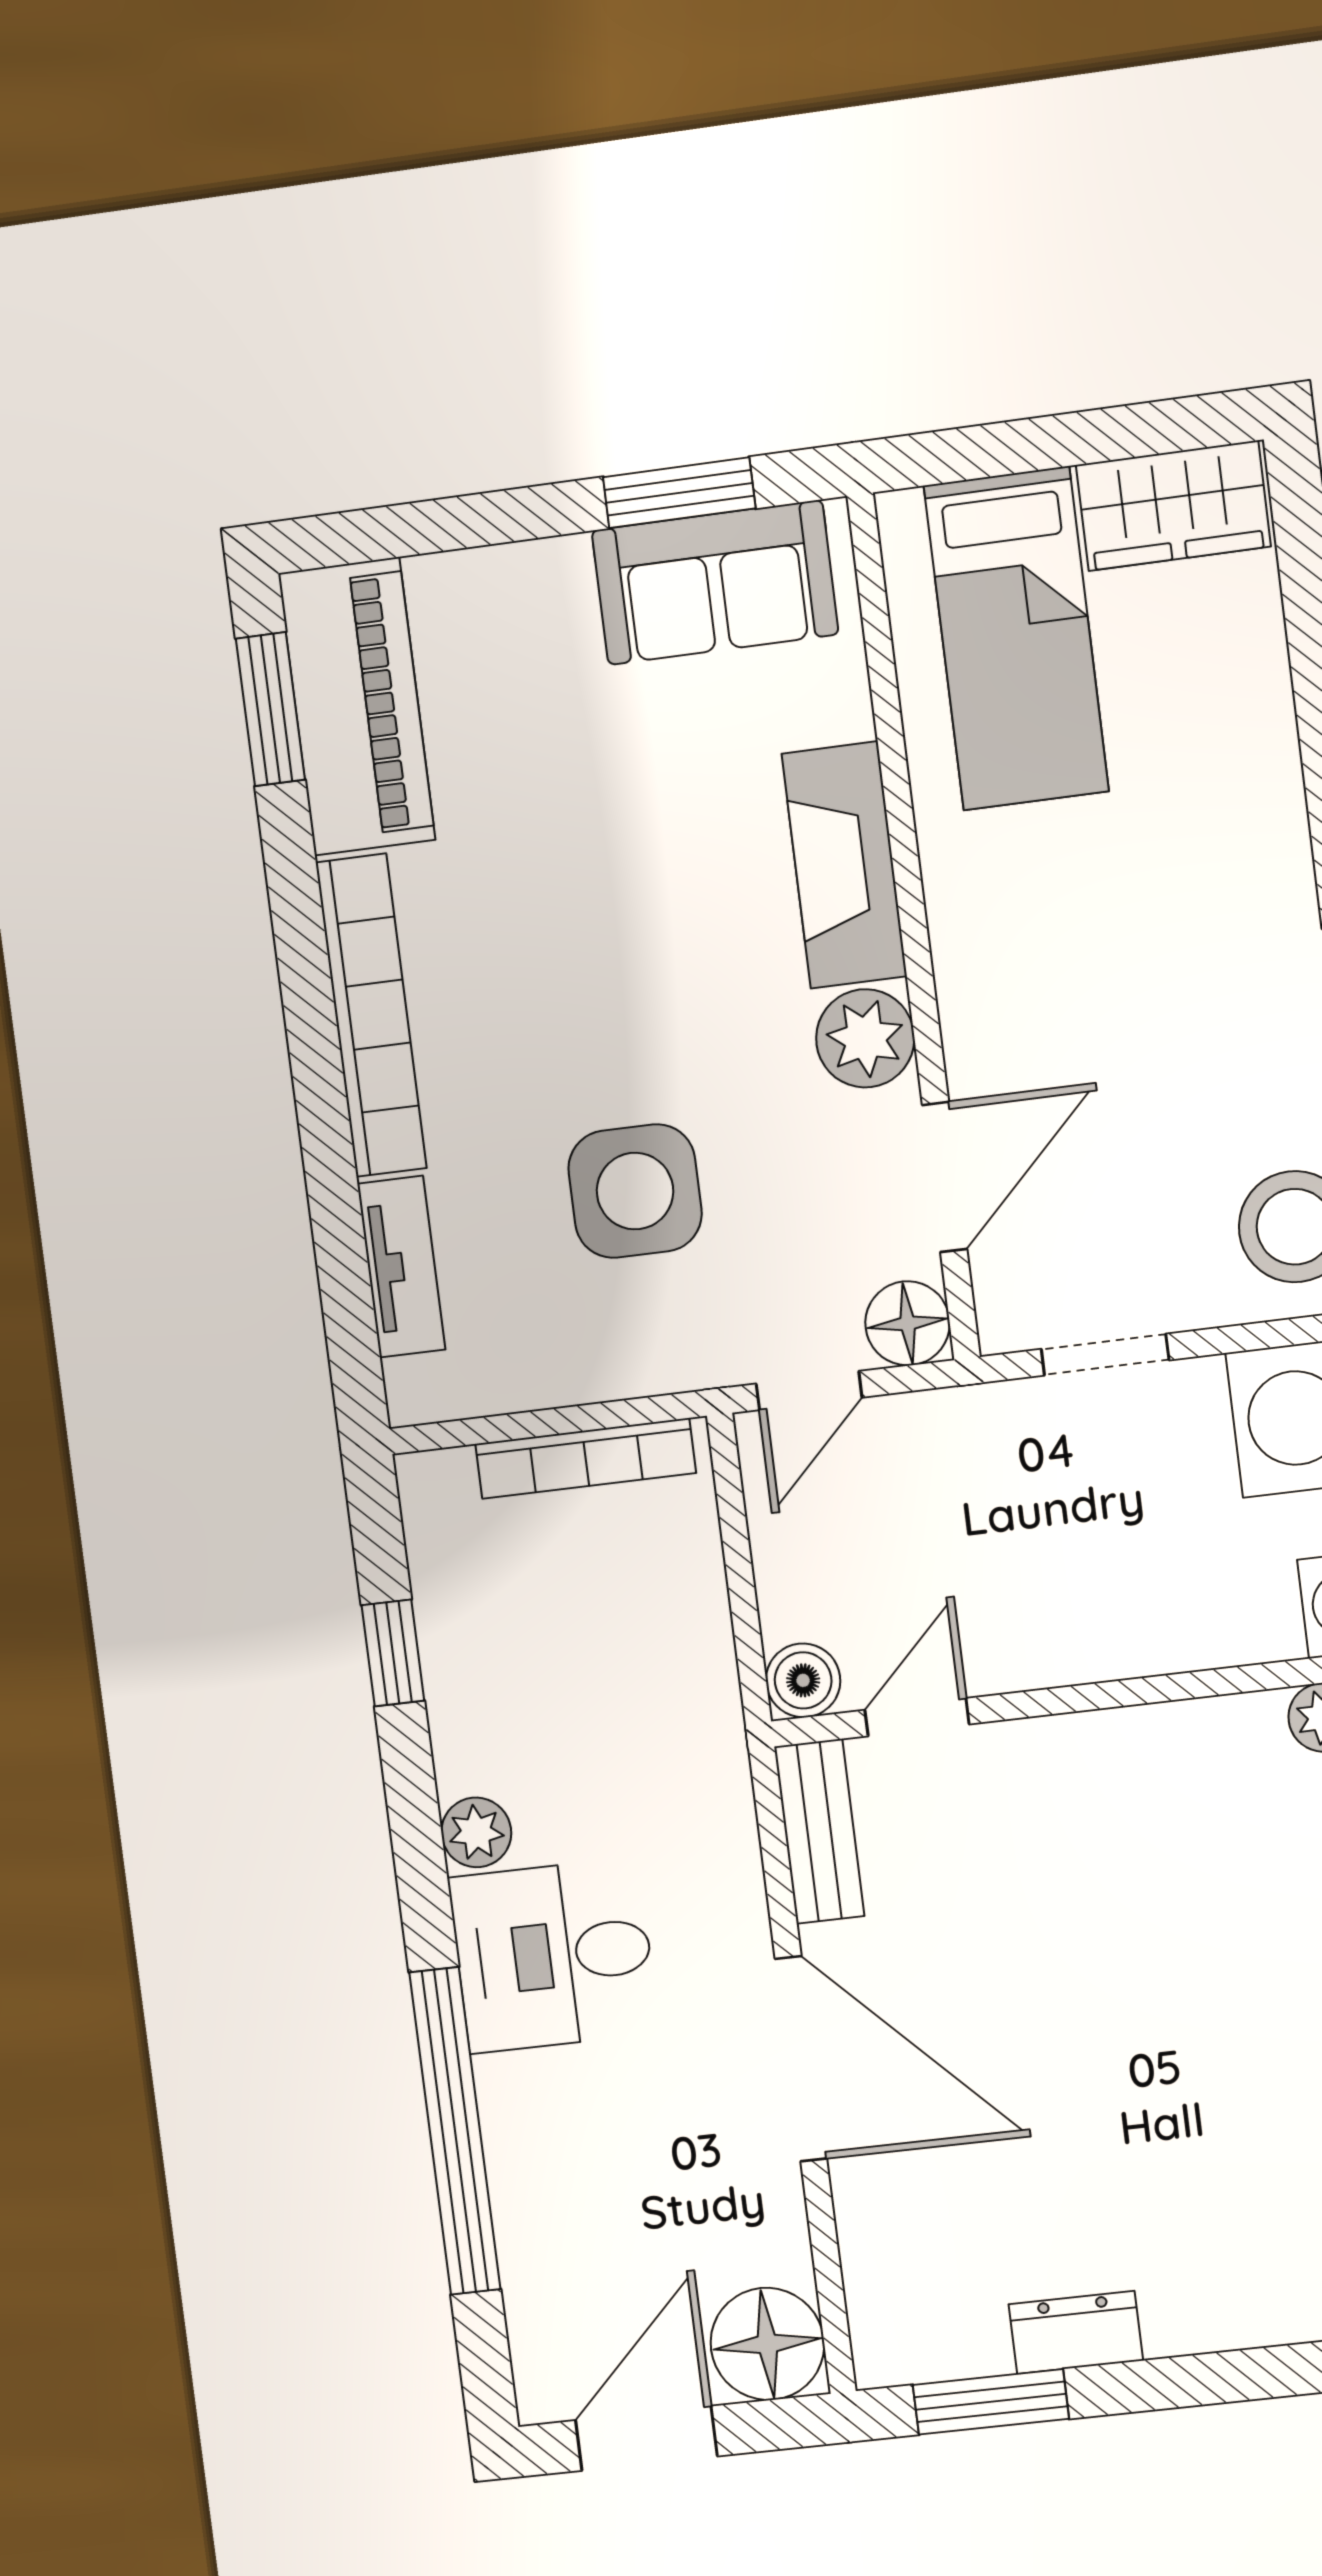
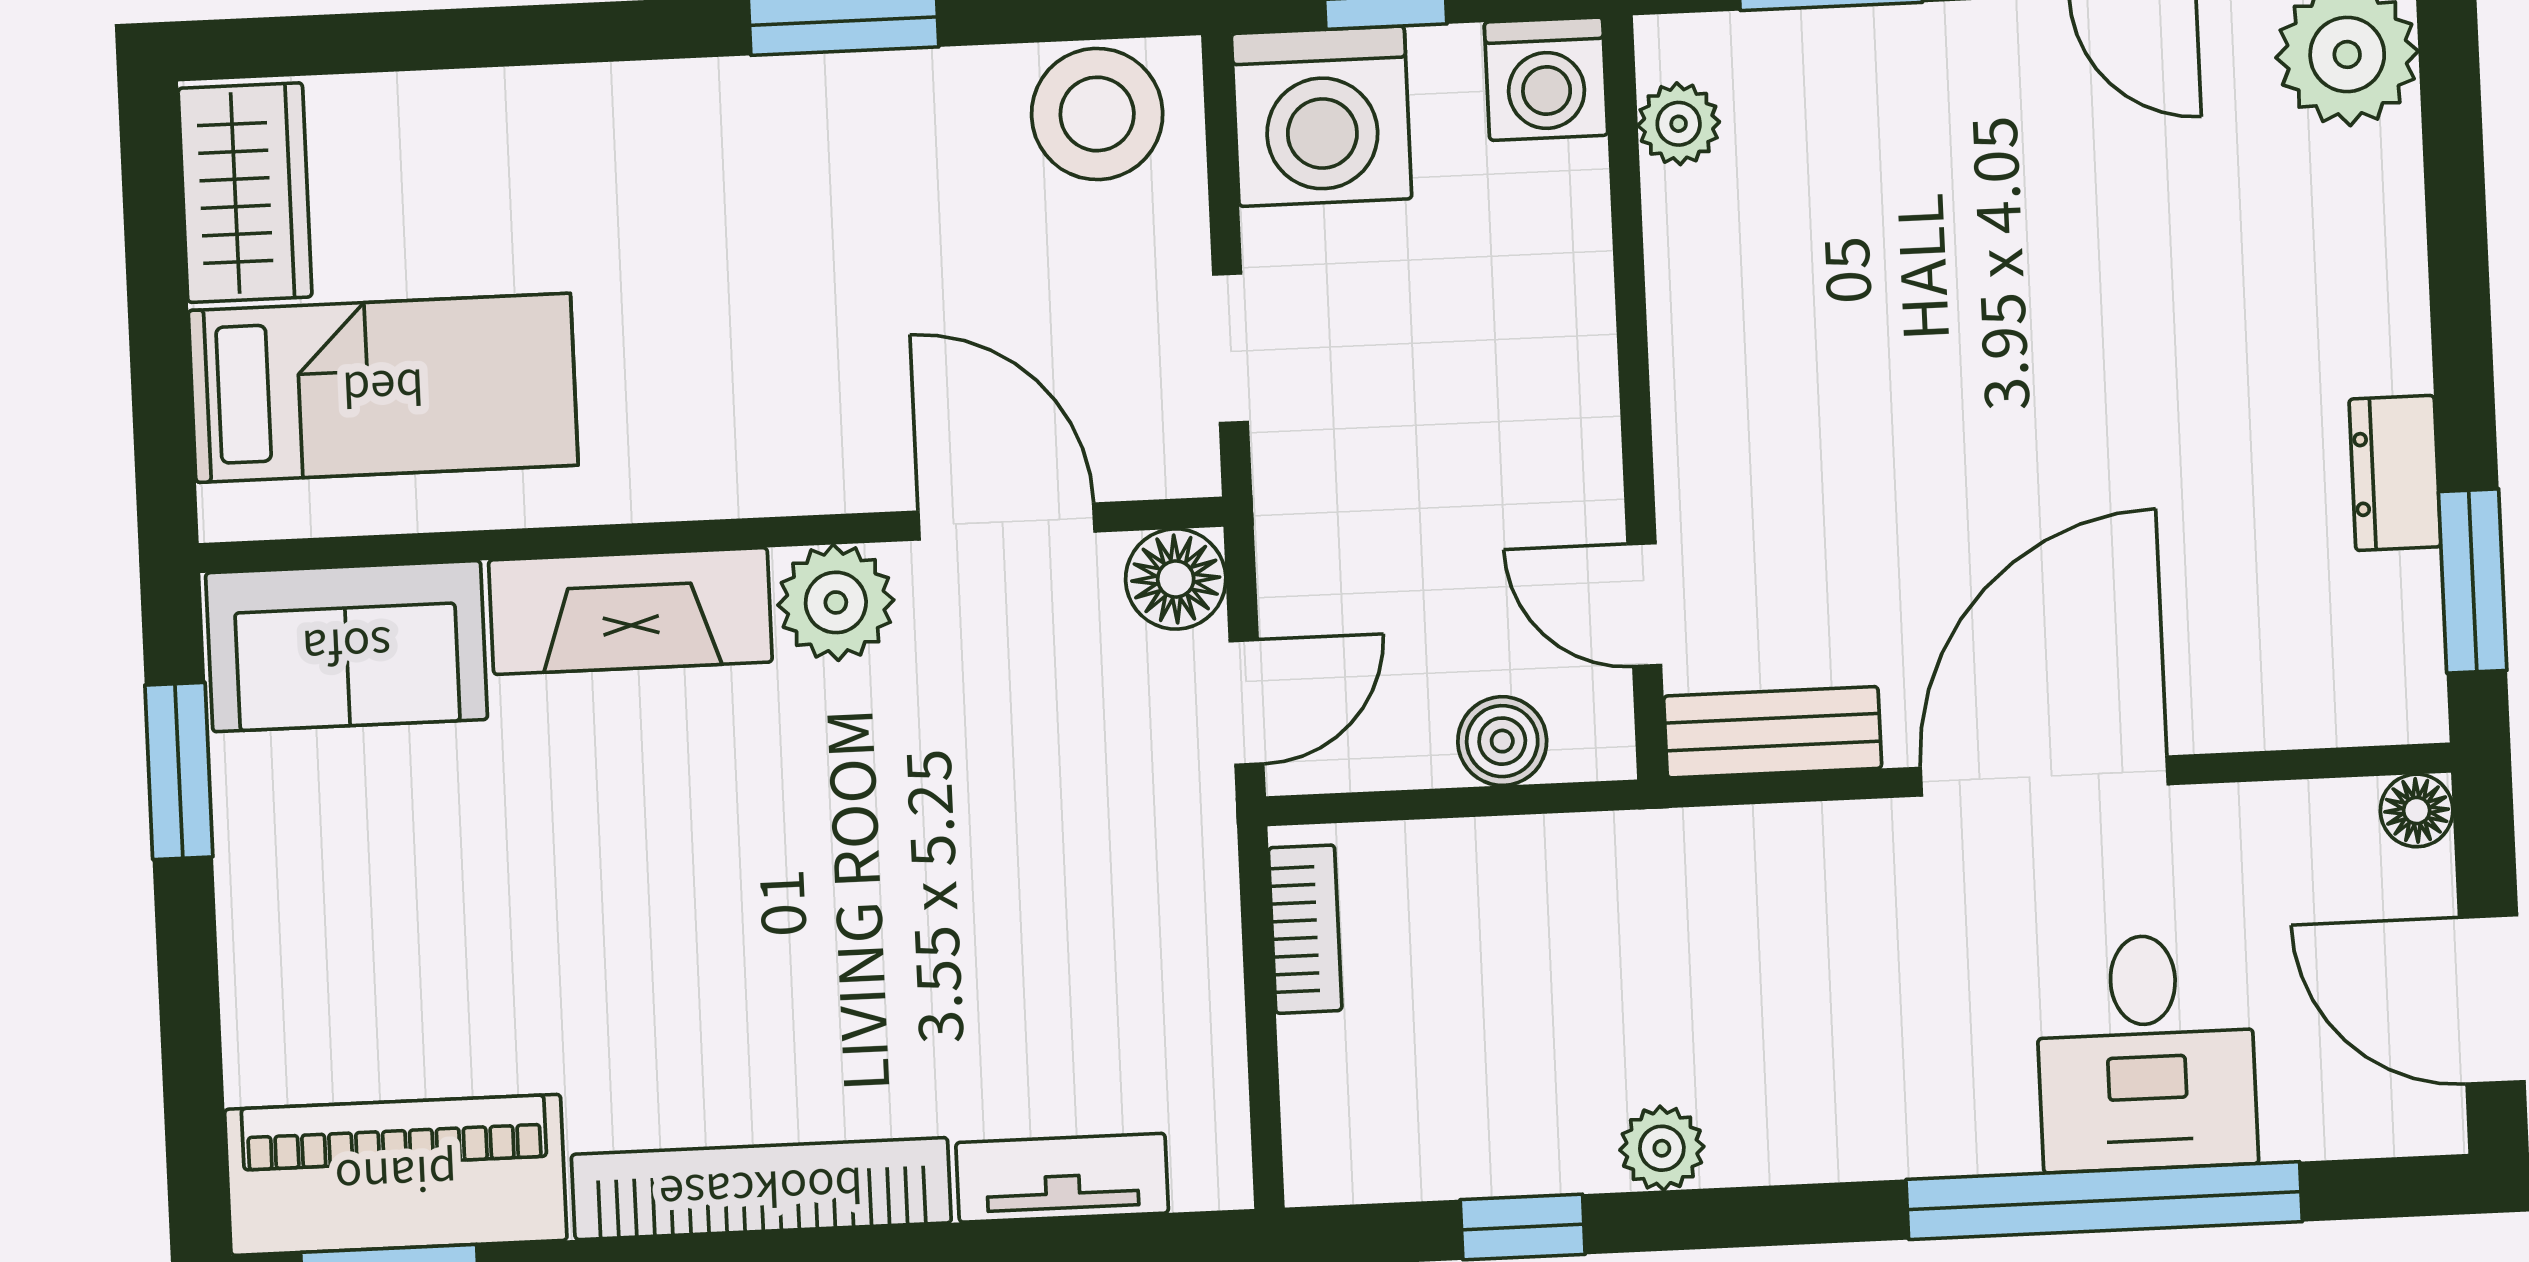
sofa: (715, 582) -> (347, 646), moved, turned 90
side table: (635, 1191) -> (994, 890), removed
door: (809, 1391) -> (1247, 702), hinge flipped
bookcase: (586, 1459) -> (1305, 929), width x0.64
boiler: (803, 1680) -> (1502, 741), moved
plant: (476, 1832) -> (1662, 1148), moved
desk: (554, 1955) -> (2146, 1052), moved
floor lamp: (767, 2344) -> (2417, 810), width x0.53, depth x0.53

